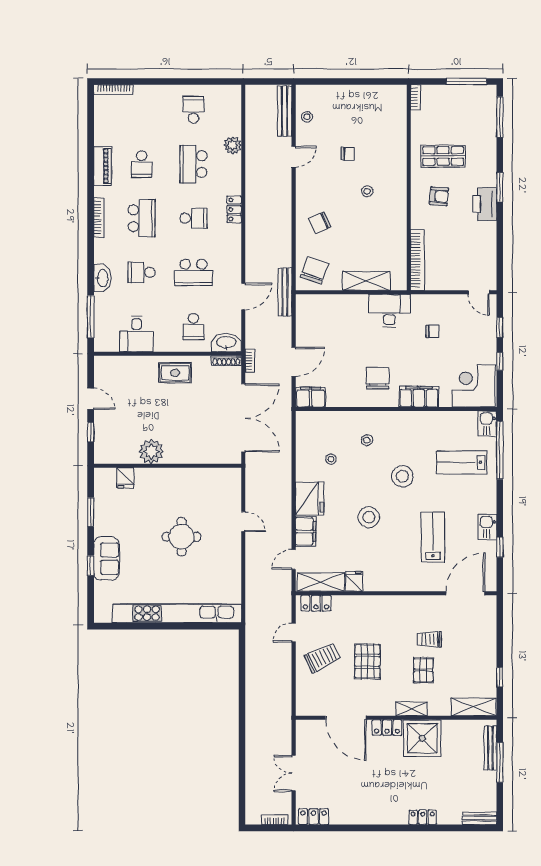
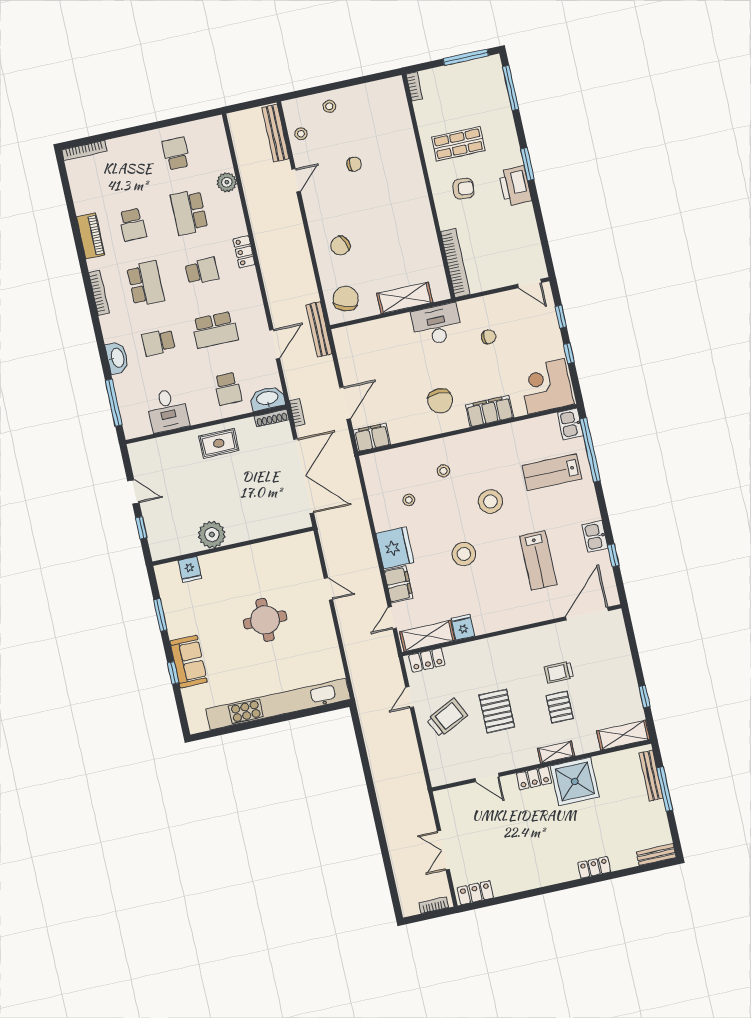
stool: (367, 191) -> (329, 106), moved
chair: (378, 378) -> (440, 401), turned 180
lab bench: (433, 537) -> (538, 560), turned 180
door: (346, 718) -> (487, 777), width x0.53

